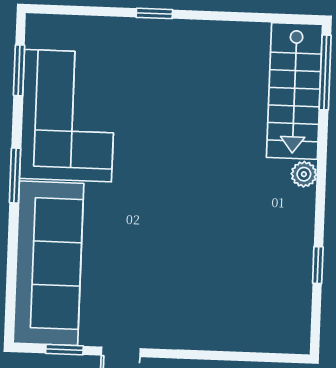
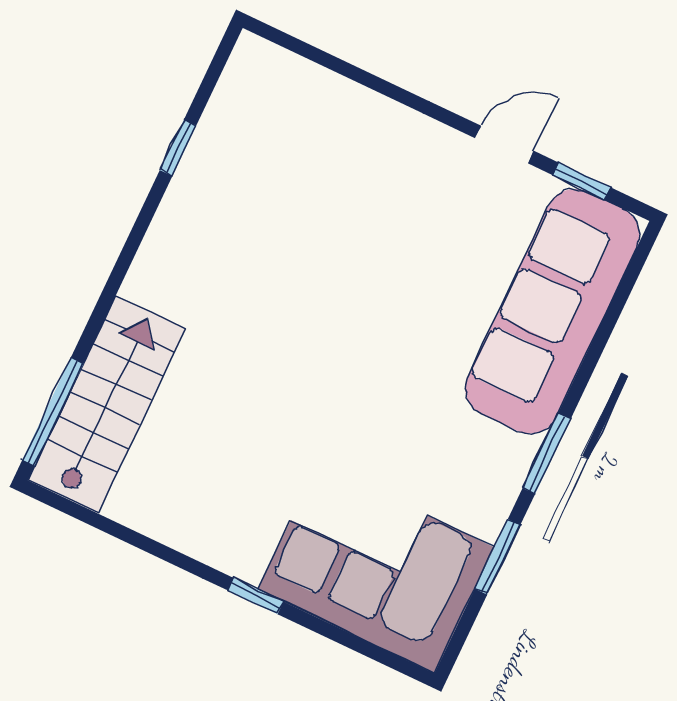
window: (19, 70) -> (498, 557), moved
corner sofa: (68, 116) -> (376, 568), moved, turned 90
plant: (304, 174) -> (143, 283), removed

